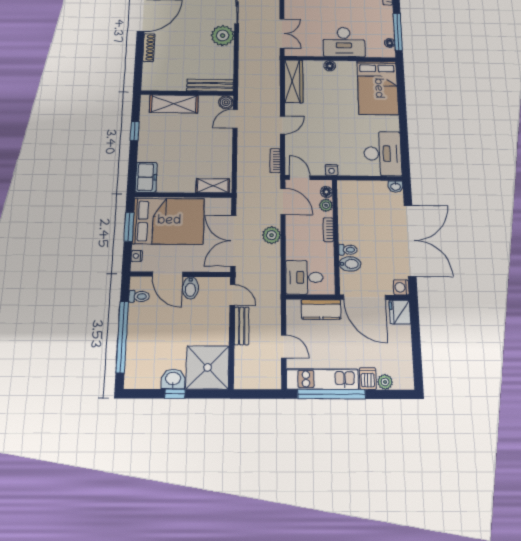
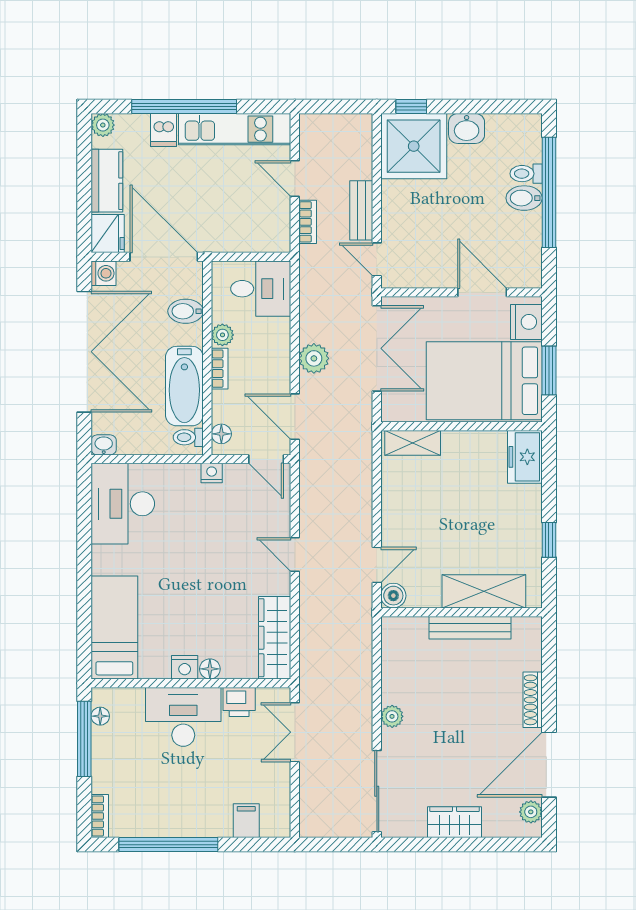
plant: (223, 36) -> (392, 716), width x0.53, depth x0.53
printer: (313, 49) -> (239, 702), added
nightstand: (344, 67) -> (185, 667), added
bench: (210, 85) -> (470, 628), moved
bed: (378, 88) -> (114, 627), width x0.67
door: (283, 125) -> (295, 554), hinge flipped
bookcase: (275, 161) -> (308, 222), moved
plant: (326, 205) -> (222, 335), moved
bathtub: (349, 220) -> (184, 386), added
double door: (410, 240) -> (84, 352), swing flipped
toilet: (348, 250) -> (188, 437), moved
nightstand: (137, 256) -> (526, 322), width x1.89, depth x1.79
bidet: (190, 288) -> (524, 198), moved, turned -90
toilet: (139, 296) -> (526, 174), moved
kitchen counter: (321, 309) -> (107, 181), moved, turned 90
plant: (385, 382) -> (103, 125), moved
window: (175, 394) -> (411, 107), moved
window: (331, 394) -> (184, 107), moved

